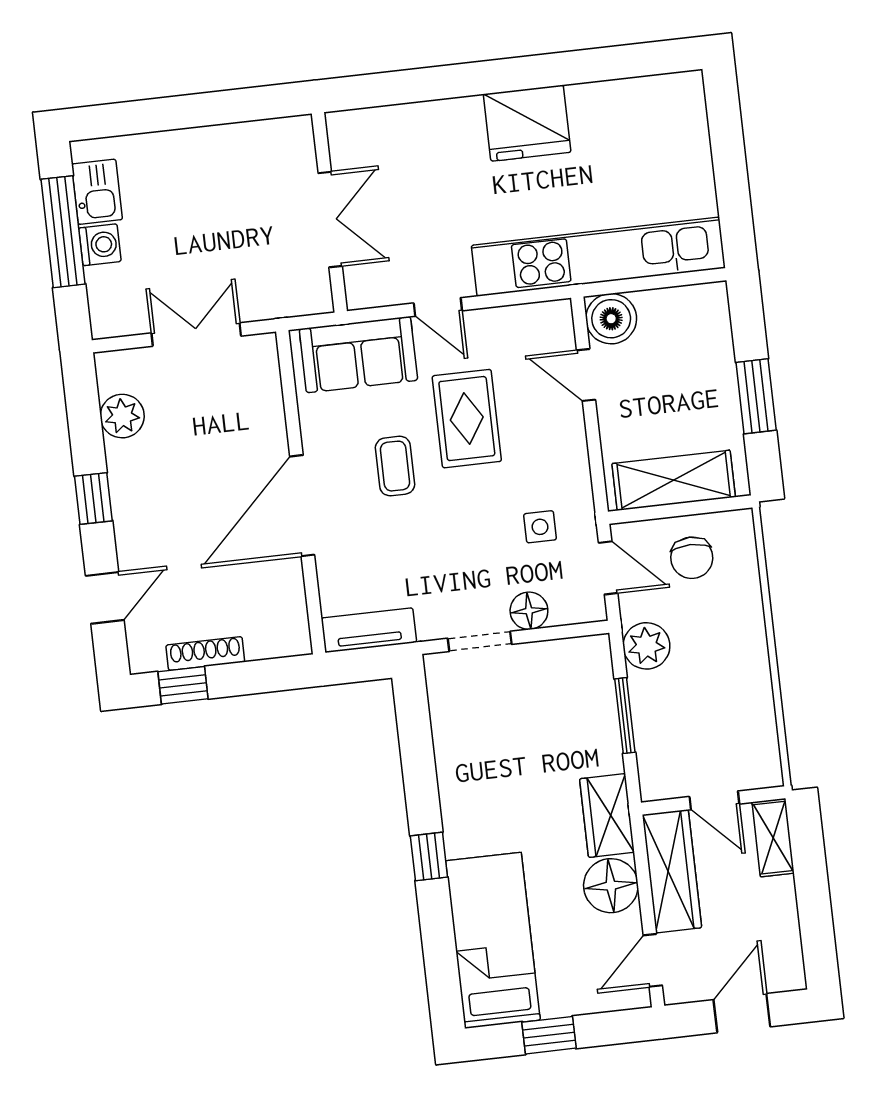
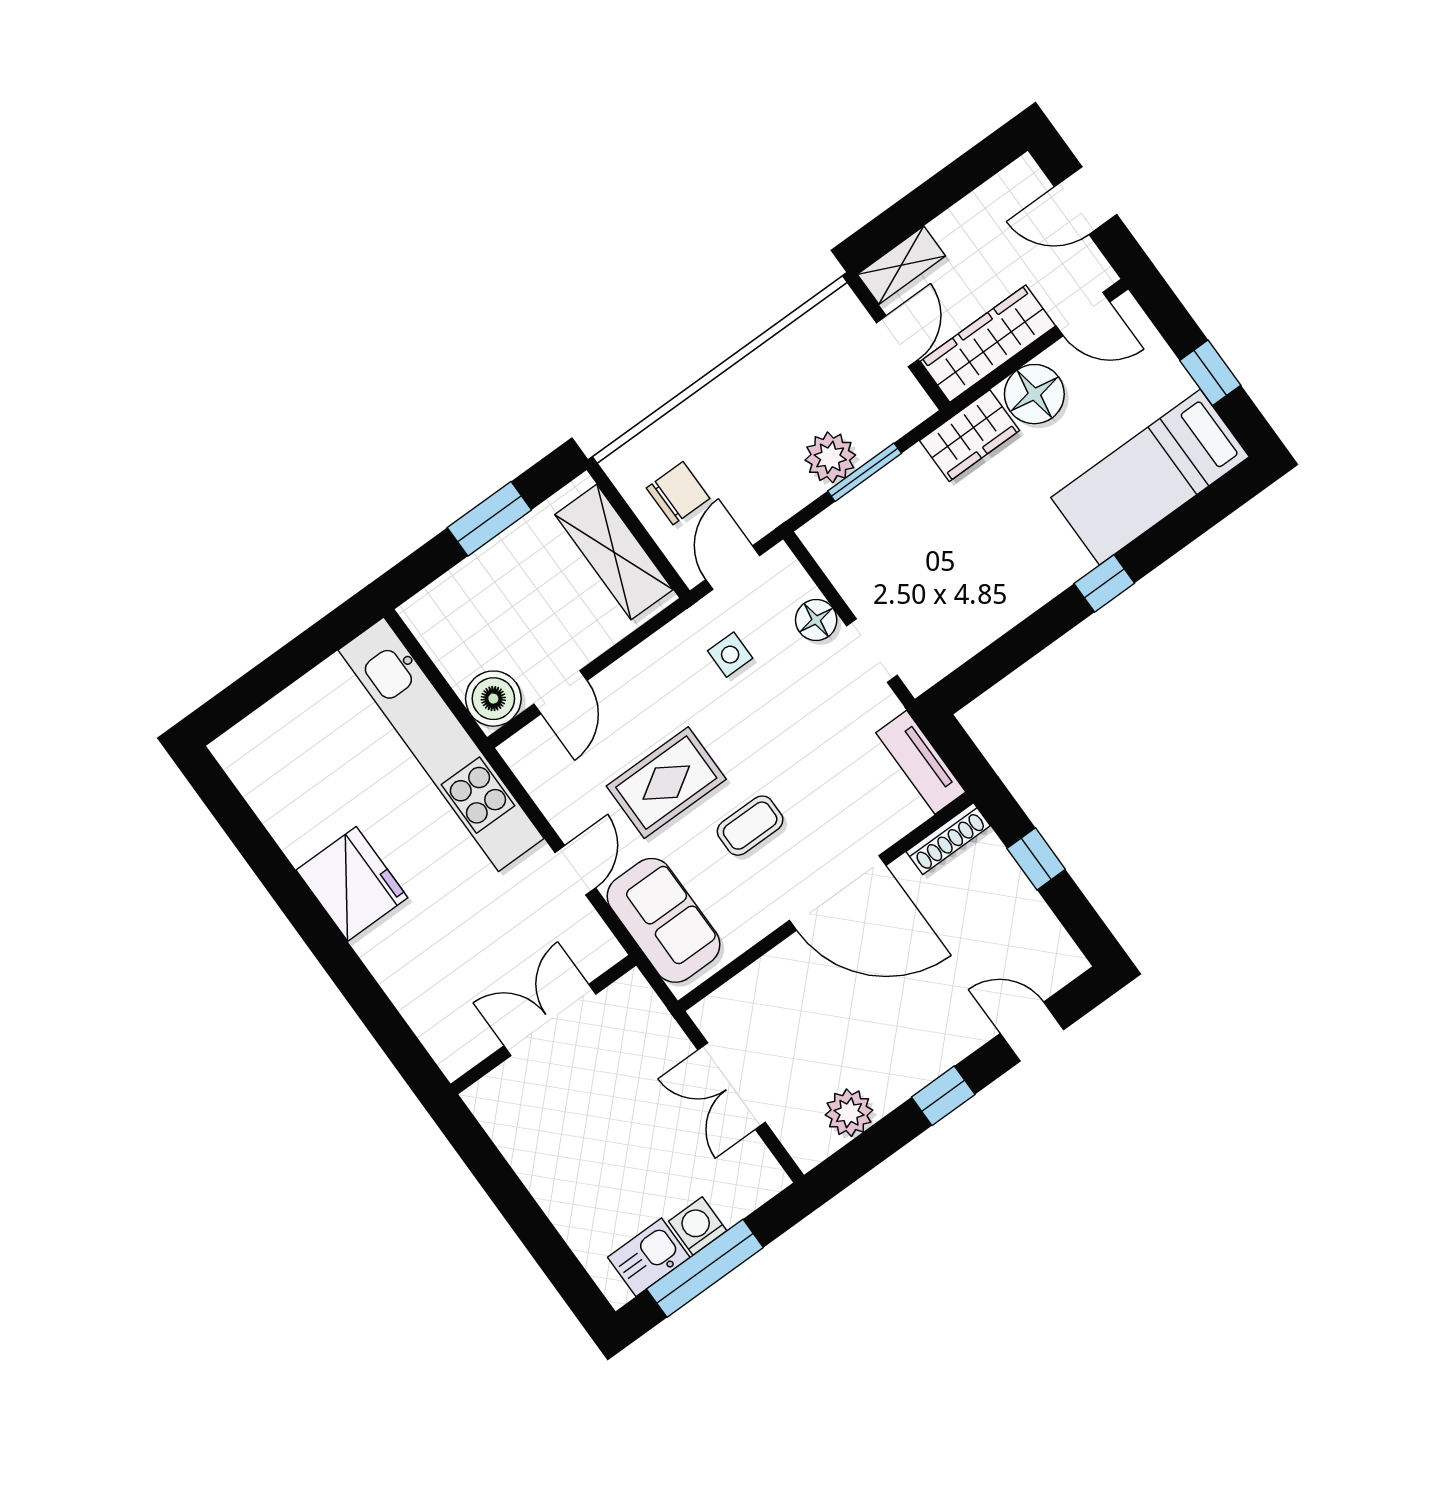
plant: (646, 646) -> (830, 457), moved
shoe rack: (205, 653) -> (948, 839), moved, turned -90
window: (183, 685) -> (1036, 859), moved

